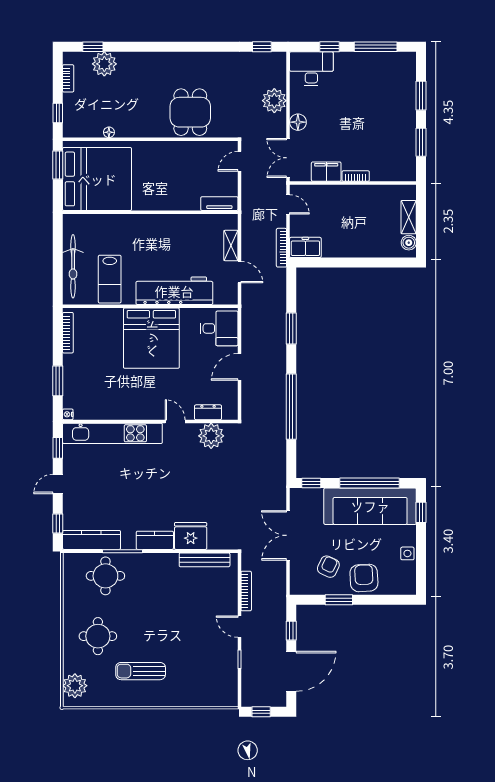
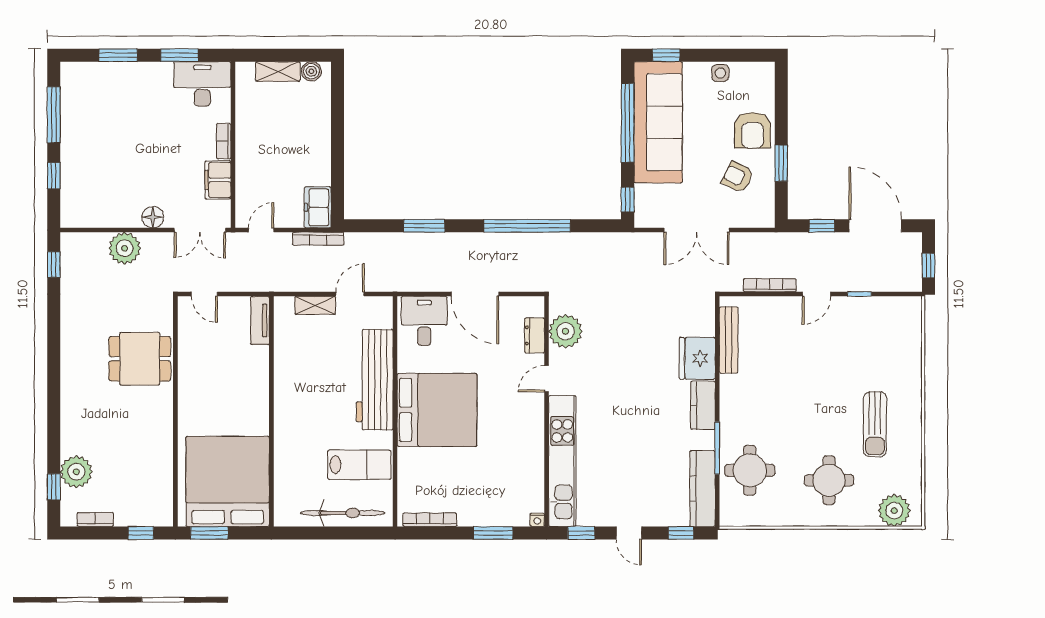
desk: (311, 69) -> (202, 84), moved, turned 90
floor lamp: (109, 132) -> (166, 466), removed
door: (239, 367) -> (475, 294), width x1.36
armchair: (364, 578) -> (753, 130), turned -87

